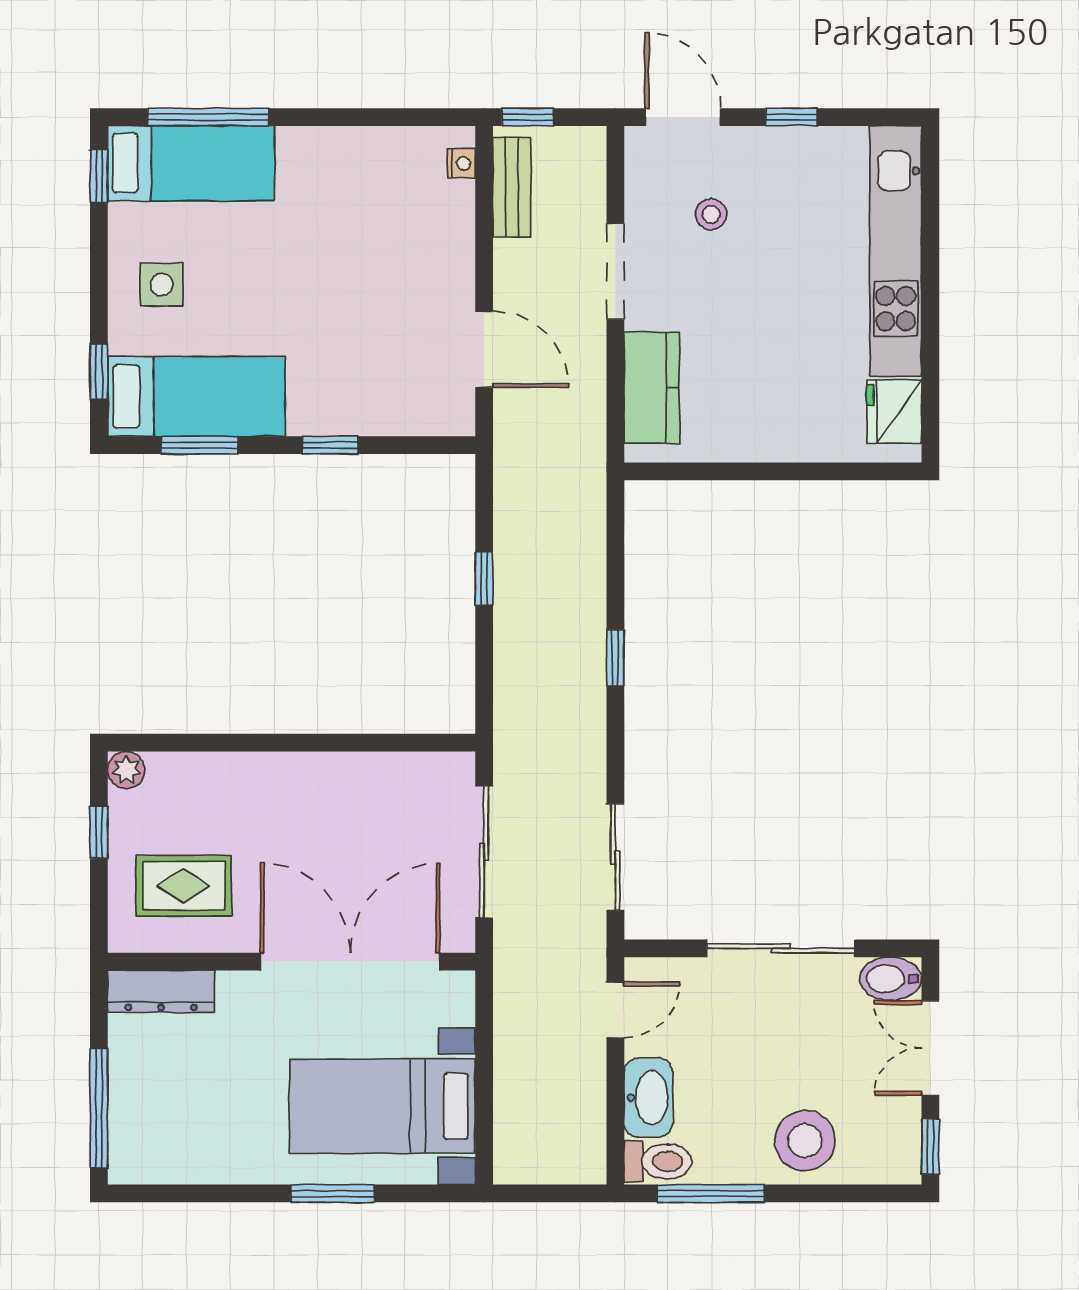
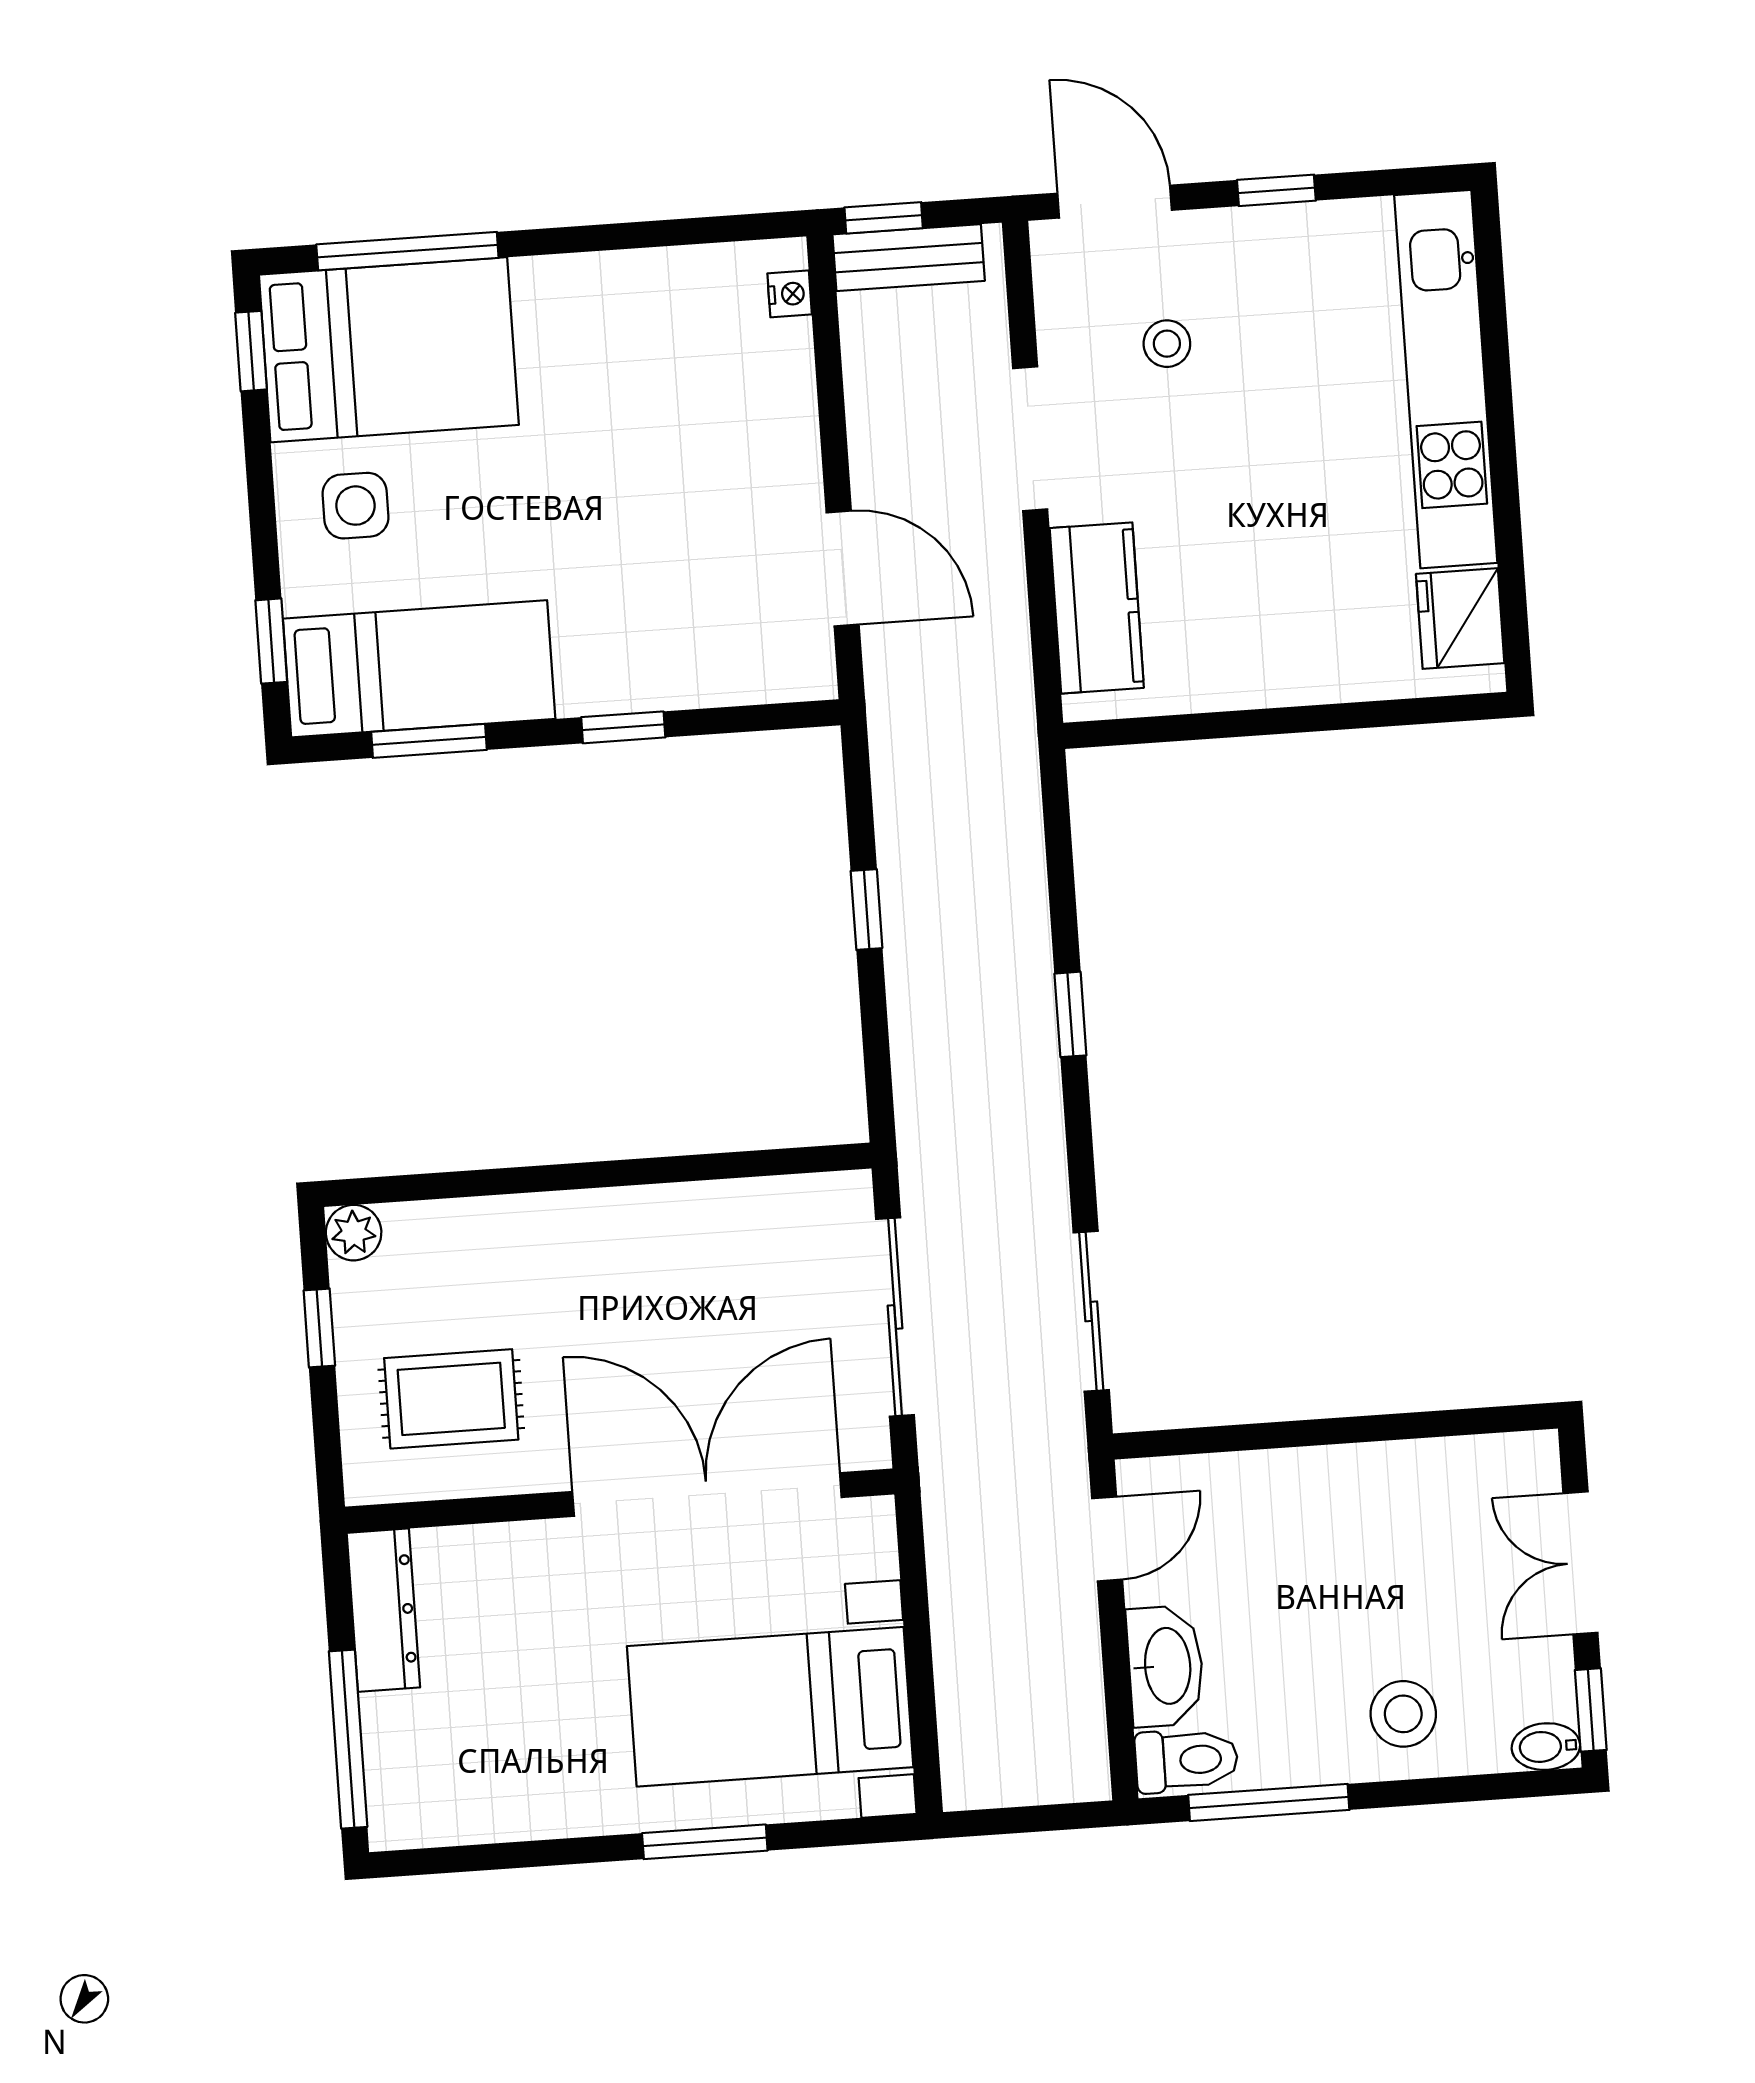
bed: (191, 163) -> (389, 350), width x1.50
bench: (512, 187) -> (909, 258), moved, turned 90
sliding door: (781, 948) -> (1347, 1430), removed
bidet: (890, 979) -> (1546, 1747), moved, width x0.72, depth x0.74
dresser: (161, 991) -> (383, 1610), moved, turned -90
stool: (805, 1141) -> (1403, 1714), width x0.73, depth x0.73

